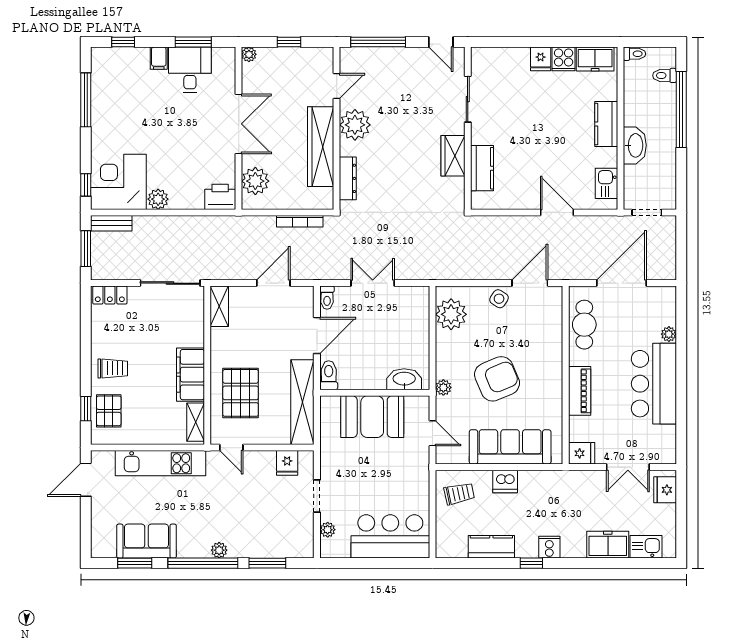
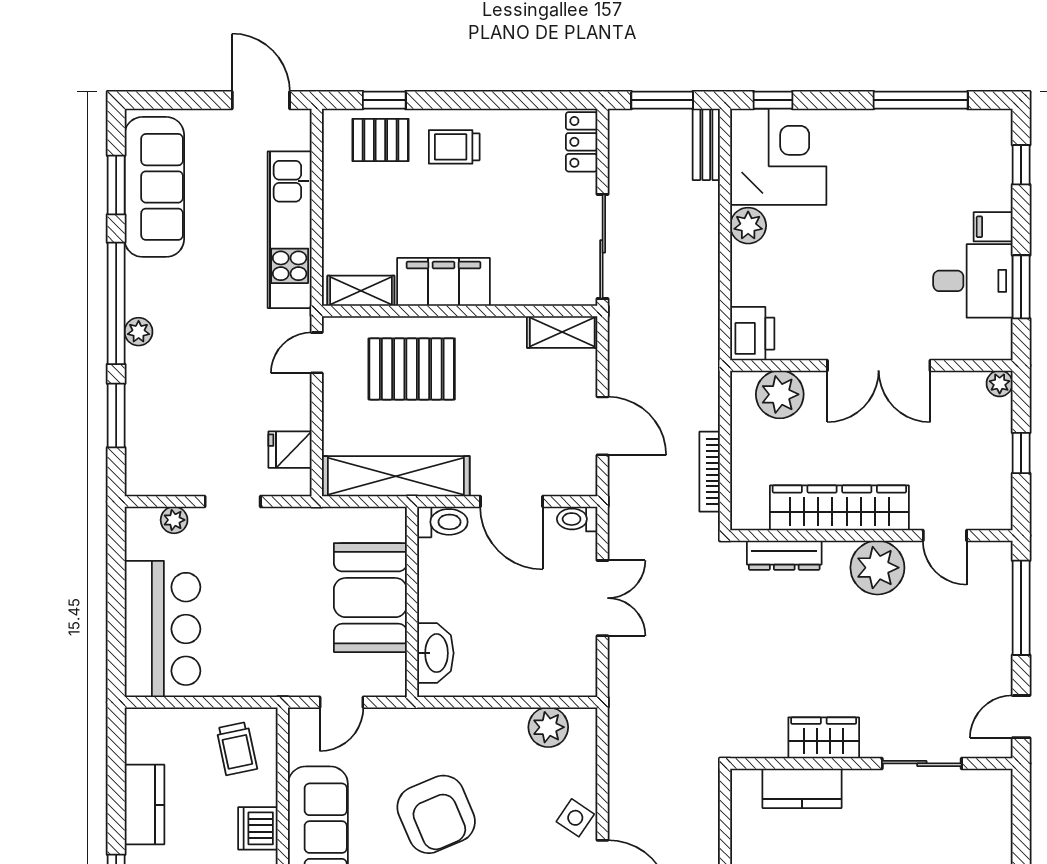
plant: (451, 314) -> (548, 727), width x0.73, depth x0.73
trolley: (113, 368) -> (454, 147), turned 90
plant: (443, 387) -> (421, 721), removed
sofa: (146, 541) -> (154, 187), width x1.36

